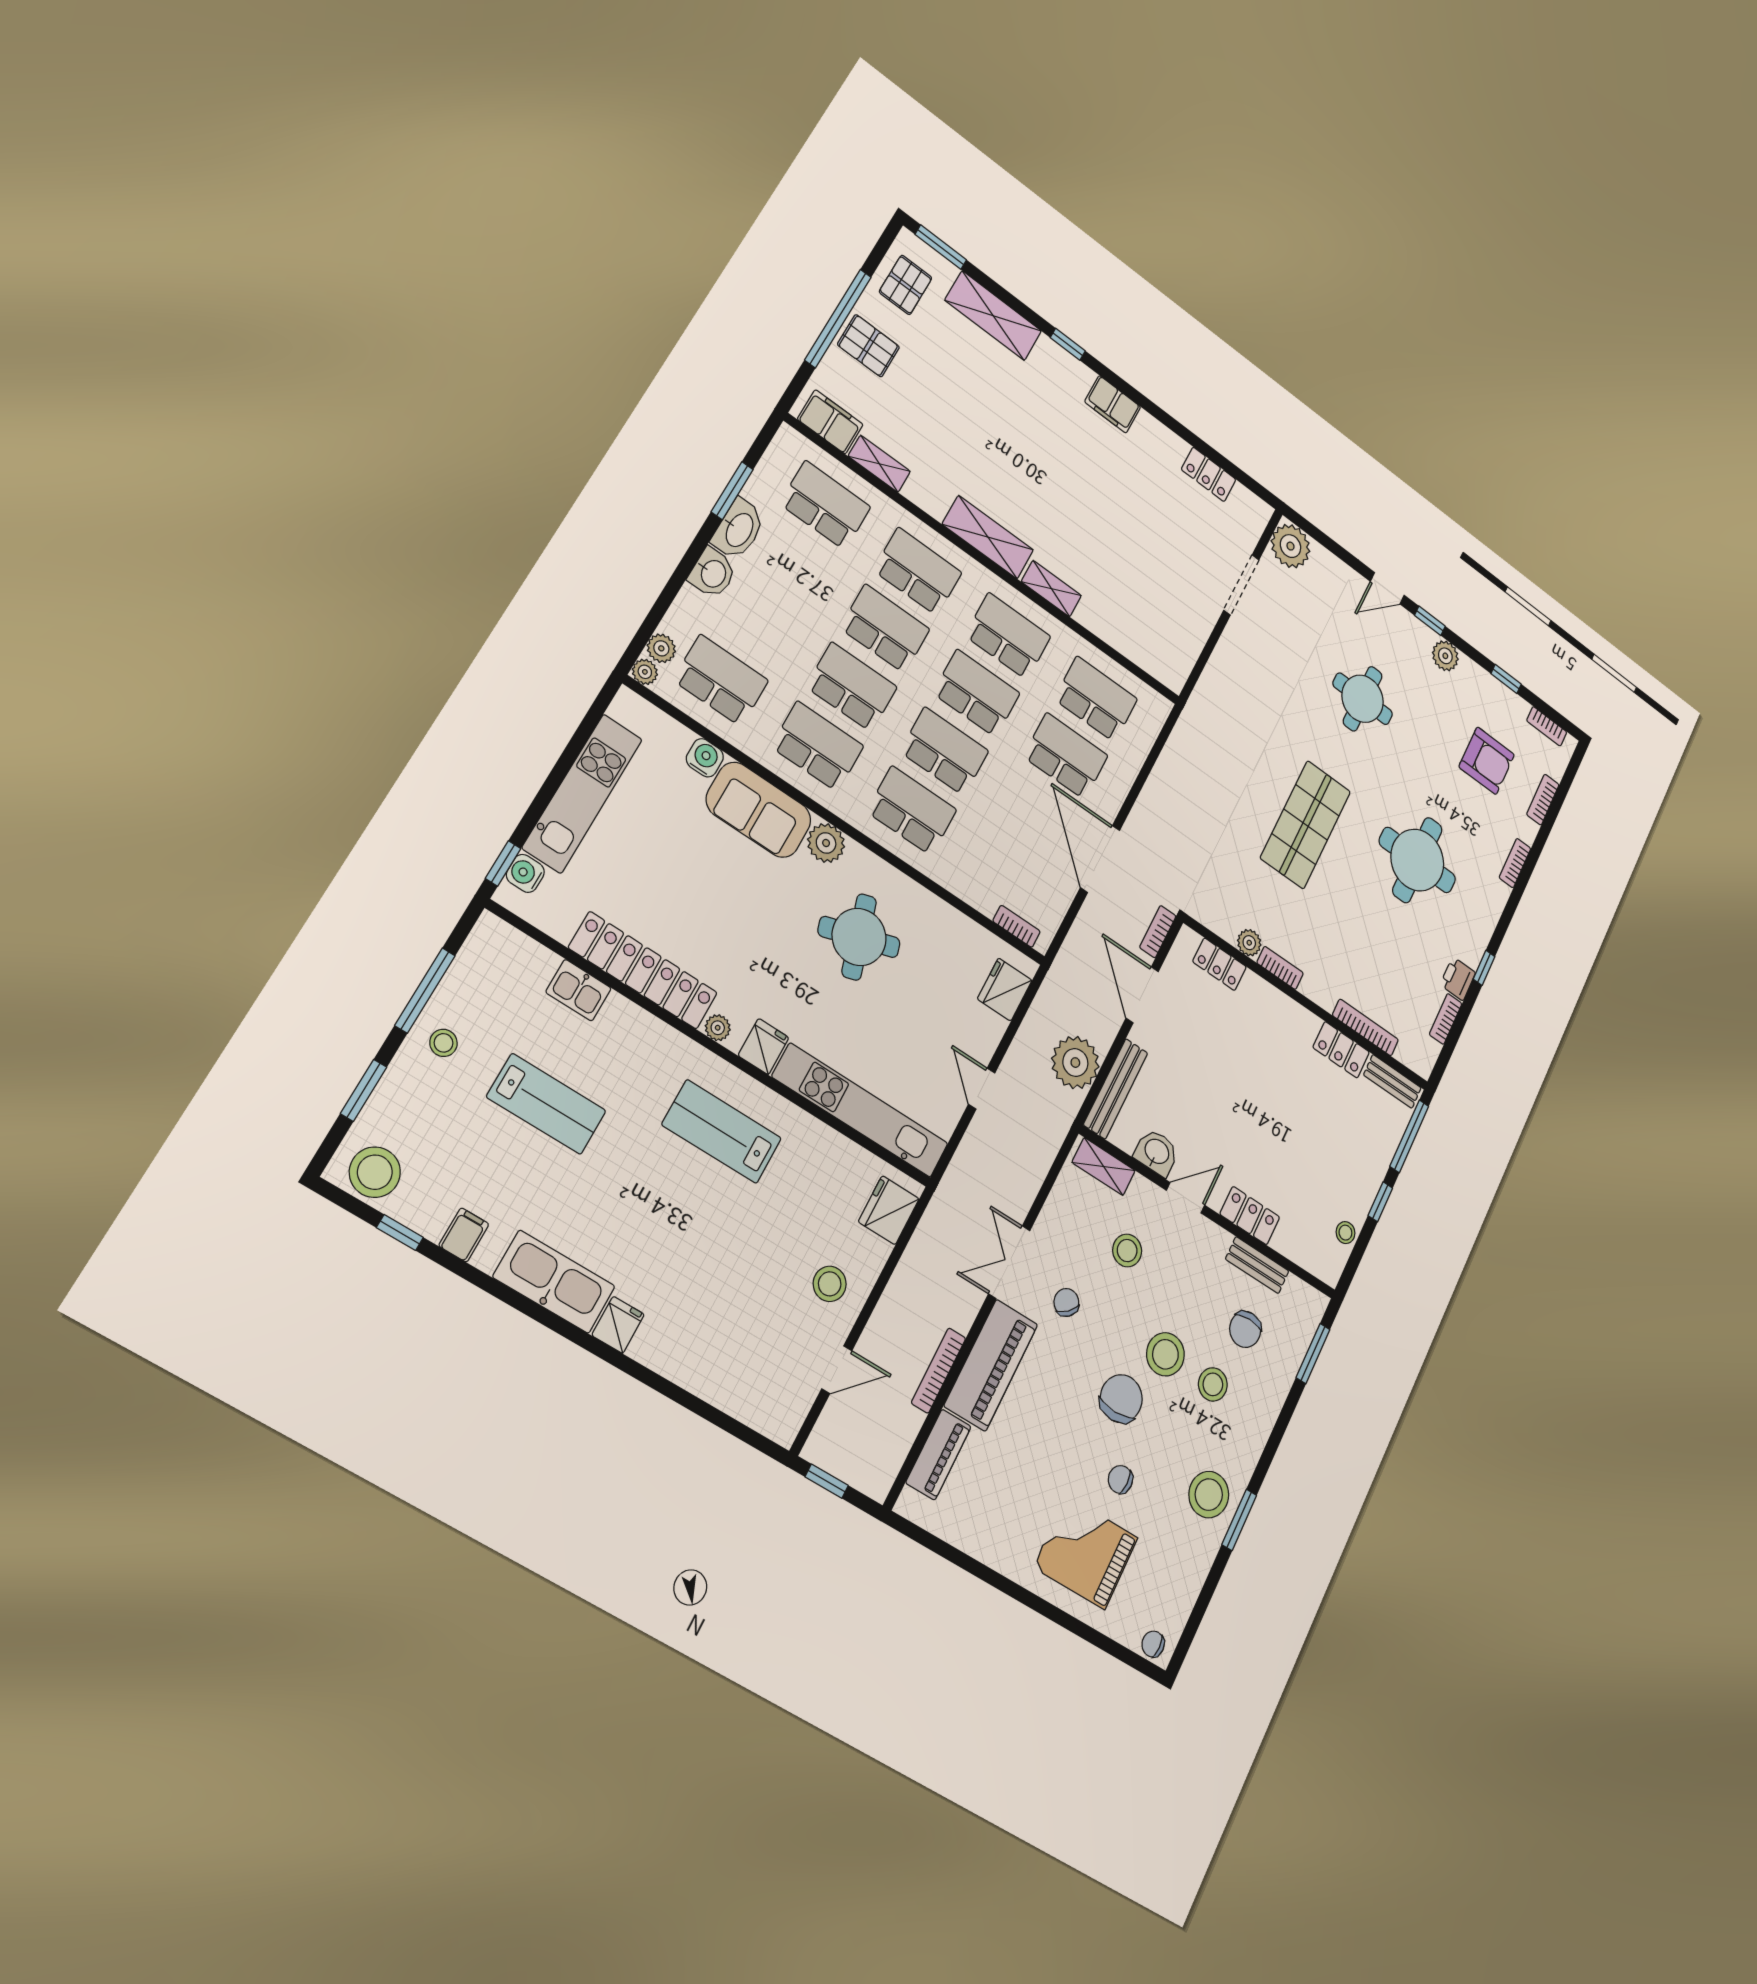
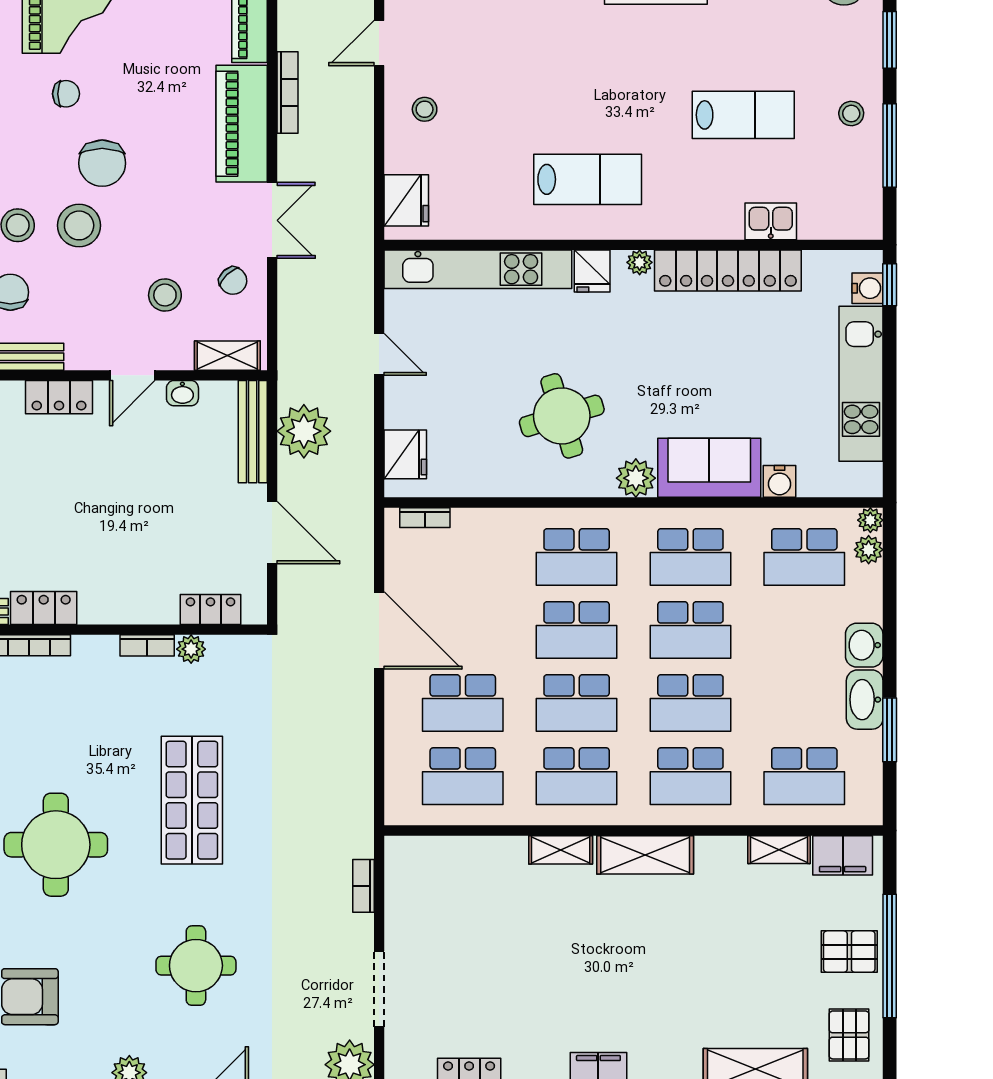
bookcase: (1158, 932) -> (364, 886), moved, turned 180
lab bench: (546, 1104) -> (743, 115), turned 180
washbasin: (1157, 1152) -> (182, 393), width x0.72, depth x0.69
stool: (830, 1284) -> (425, 109), width x0.73, depth x0.73
chair: (1066, 1302) -> (233, 281), moved

